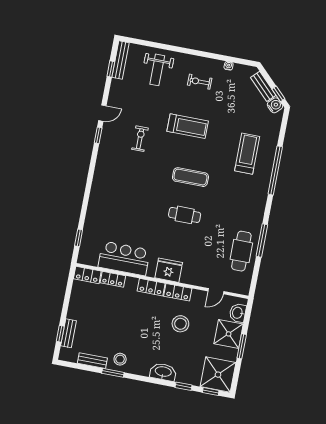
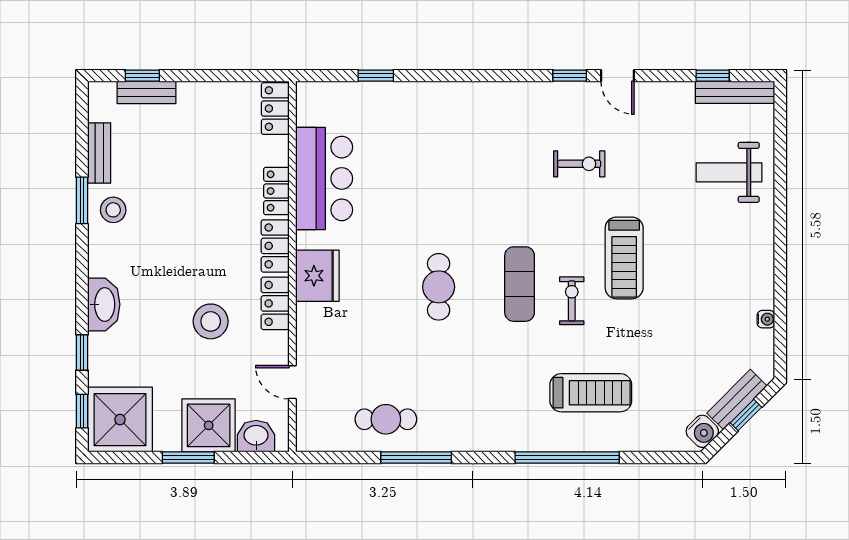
exercise bike: (200, 82) -> (572, 301), moved
window: (278, 94) -> (746, 415), moved
window: (79, 238) -> (376, 76), moved
cafe table: (241, 251) -> (386, 419), width x0.73, depth x0.74
locker: (113, 279) -> (276, 191), moved

